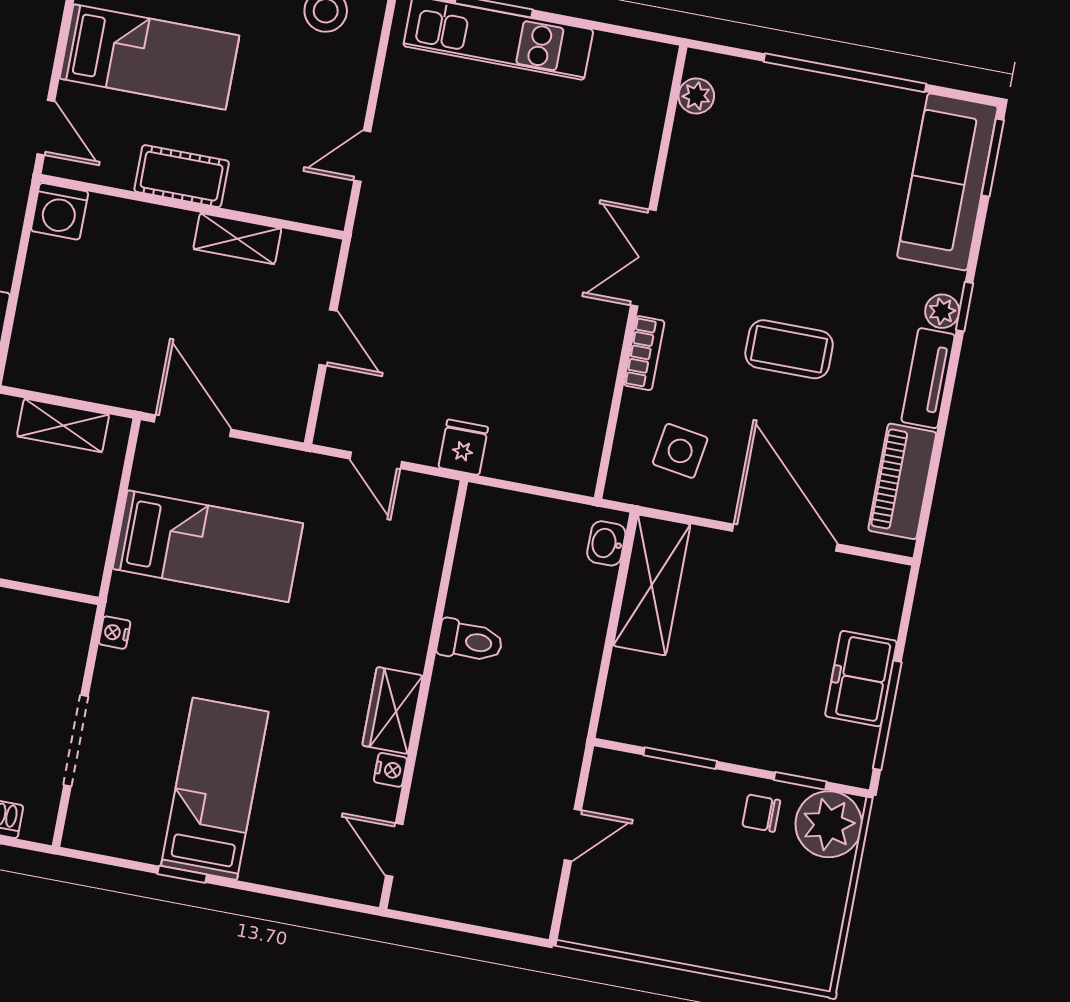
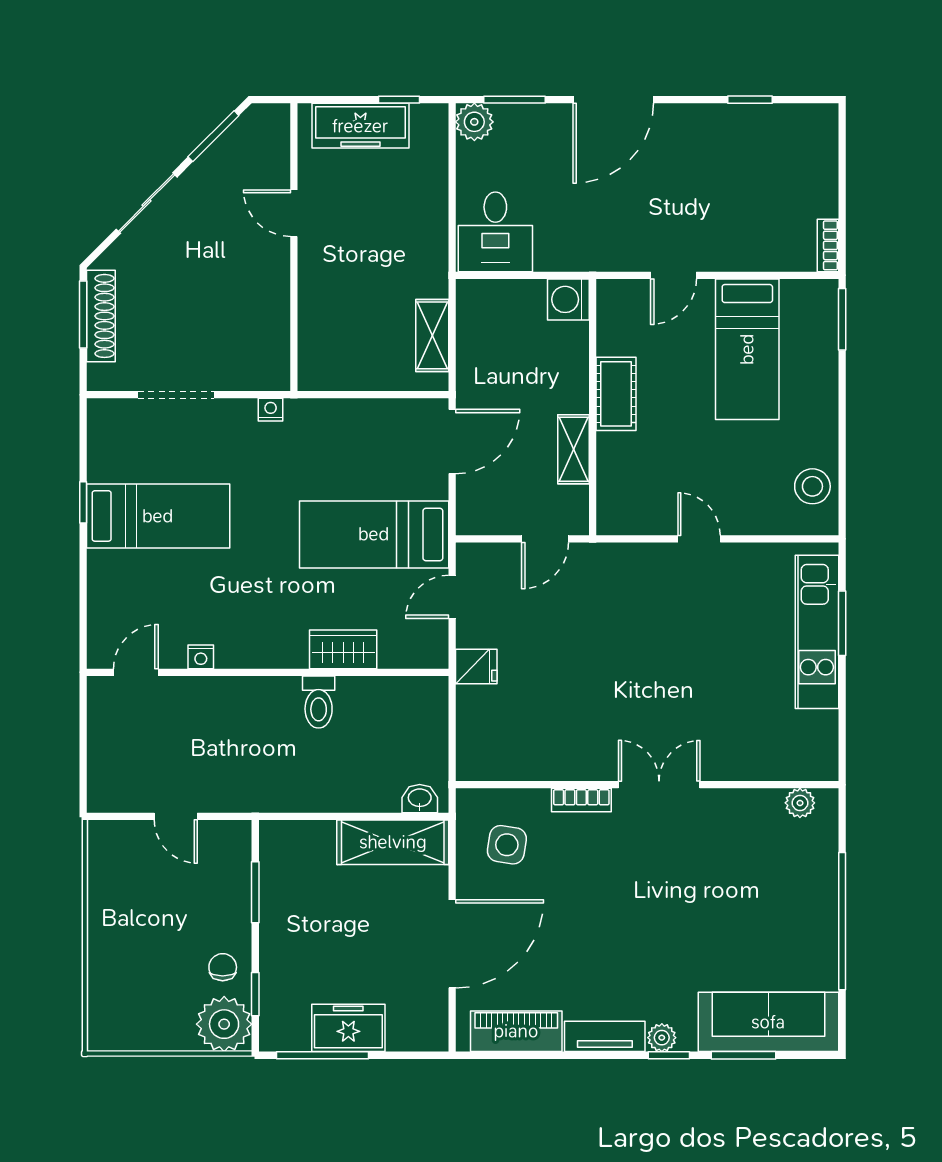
window: (993, 158) -> (743, 1055), moved
cot: (182, 176) -> (616, 394), moved
wall: (192, 207) -> (593, 407), moved
washing machine: (60, 211) -> (568, 299), moved
shelving: (237, 239) -> (573, 449), moved
coffee table: (789, 349) -> (607, 918), removed
bed: (208, 546) -> (374, 534), moved, turned 90
wardrobe: (393, 710) -> (343, 649), moved

